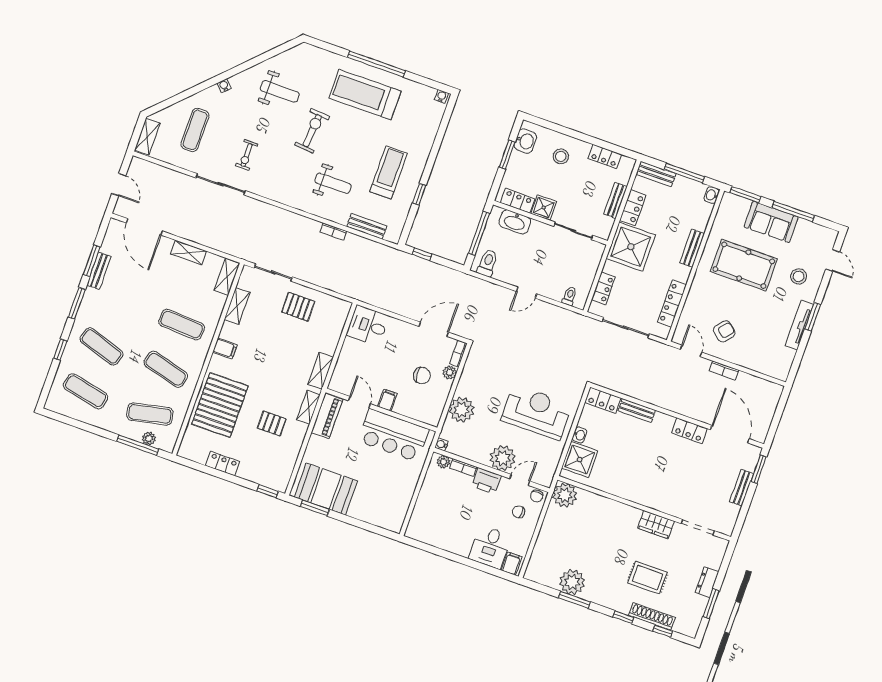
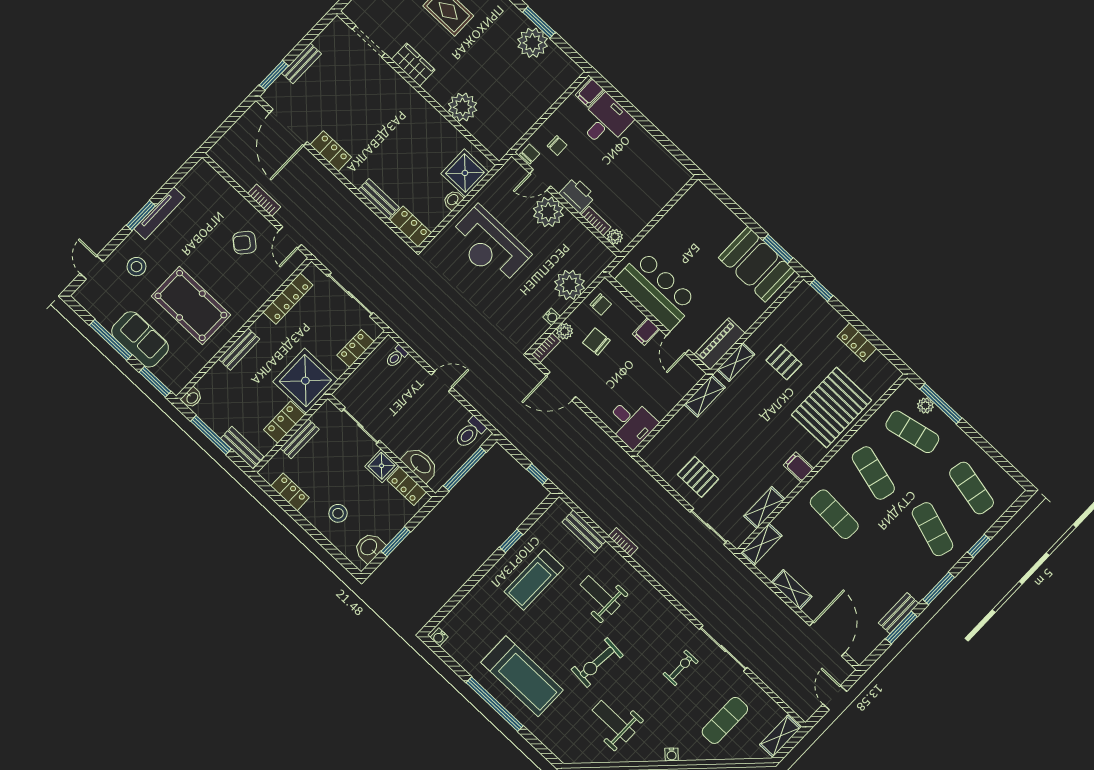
chair: (431, 405) -> (601, 304), added
water cooler: (441, 444) -> (552, 317), moved
plant: (565, 495) -> (463, 107), moved

